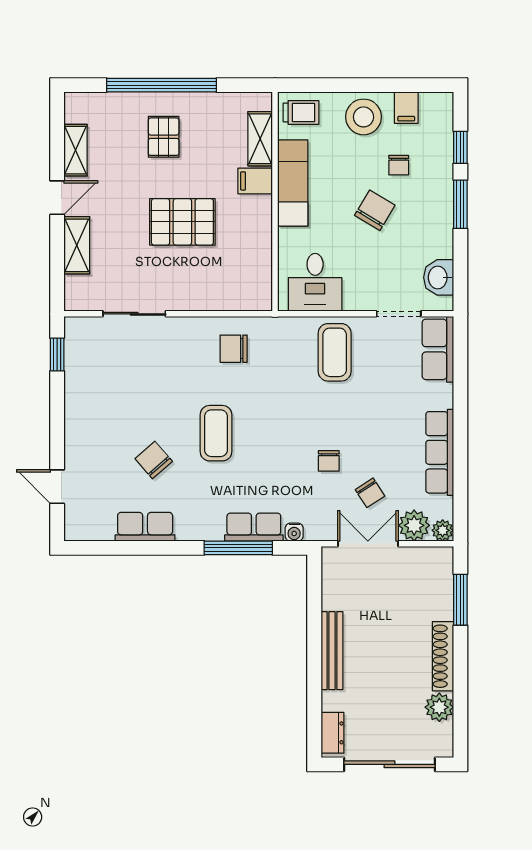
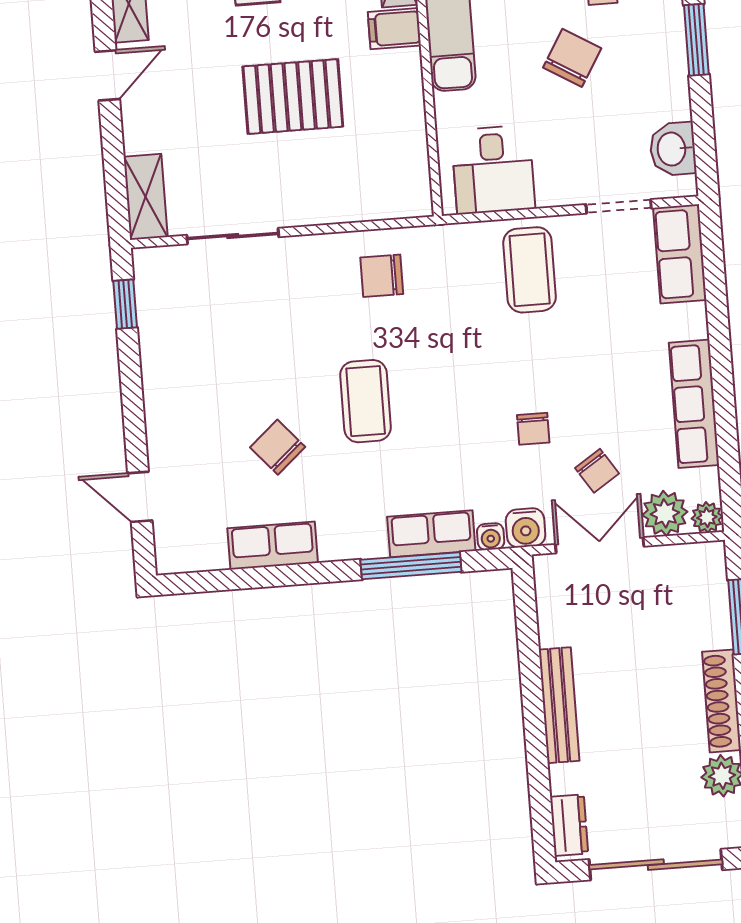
shelving: (77, 245) -> (146, 197), moved
water cooler: (318, 528) -> (526, 528), added

